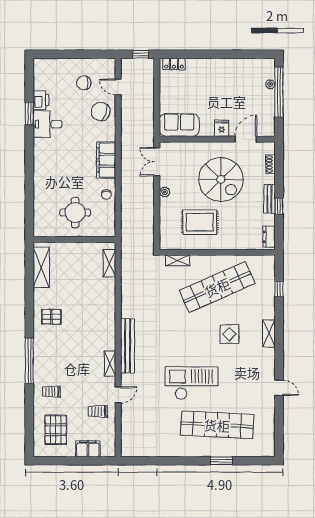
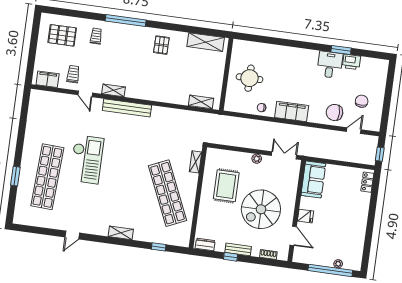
chair: (101, 112) -> (334, 112), turned -110
display table: (229, 334) -> (125, 198), removed
filing cabinet: (88, 449) -> (48, 79), moved, turned -90

